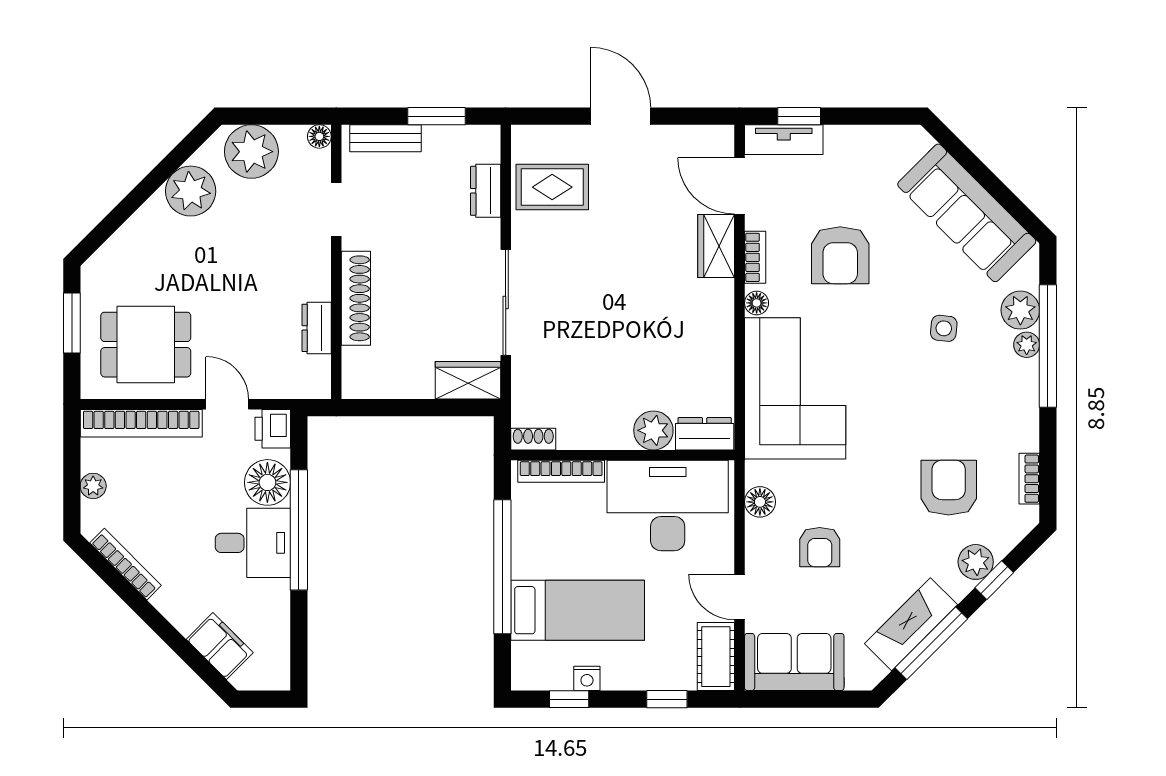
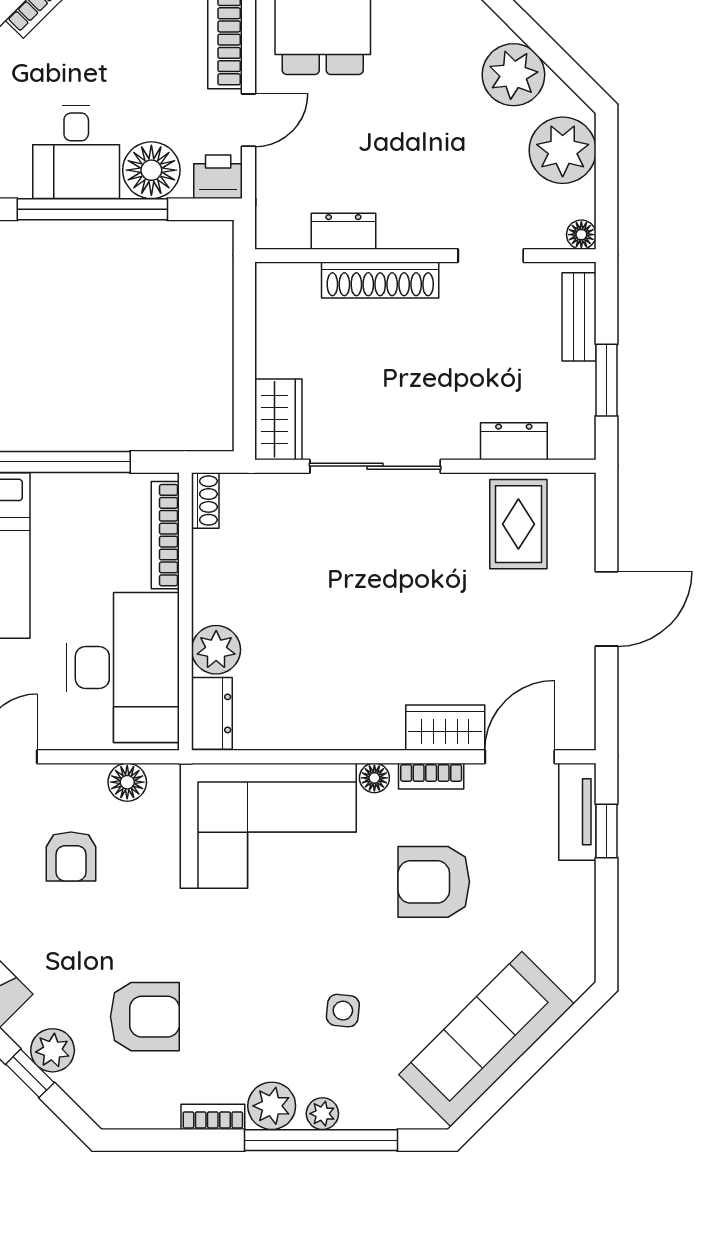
plant: (1020, 310) -> (272, 1106), moved
bookcase: (1029, 479) -> (213, 1117), moved
armchair: (820, 547) -> (71, 856), turned -90

